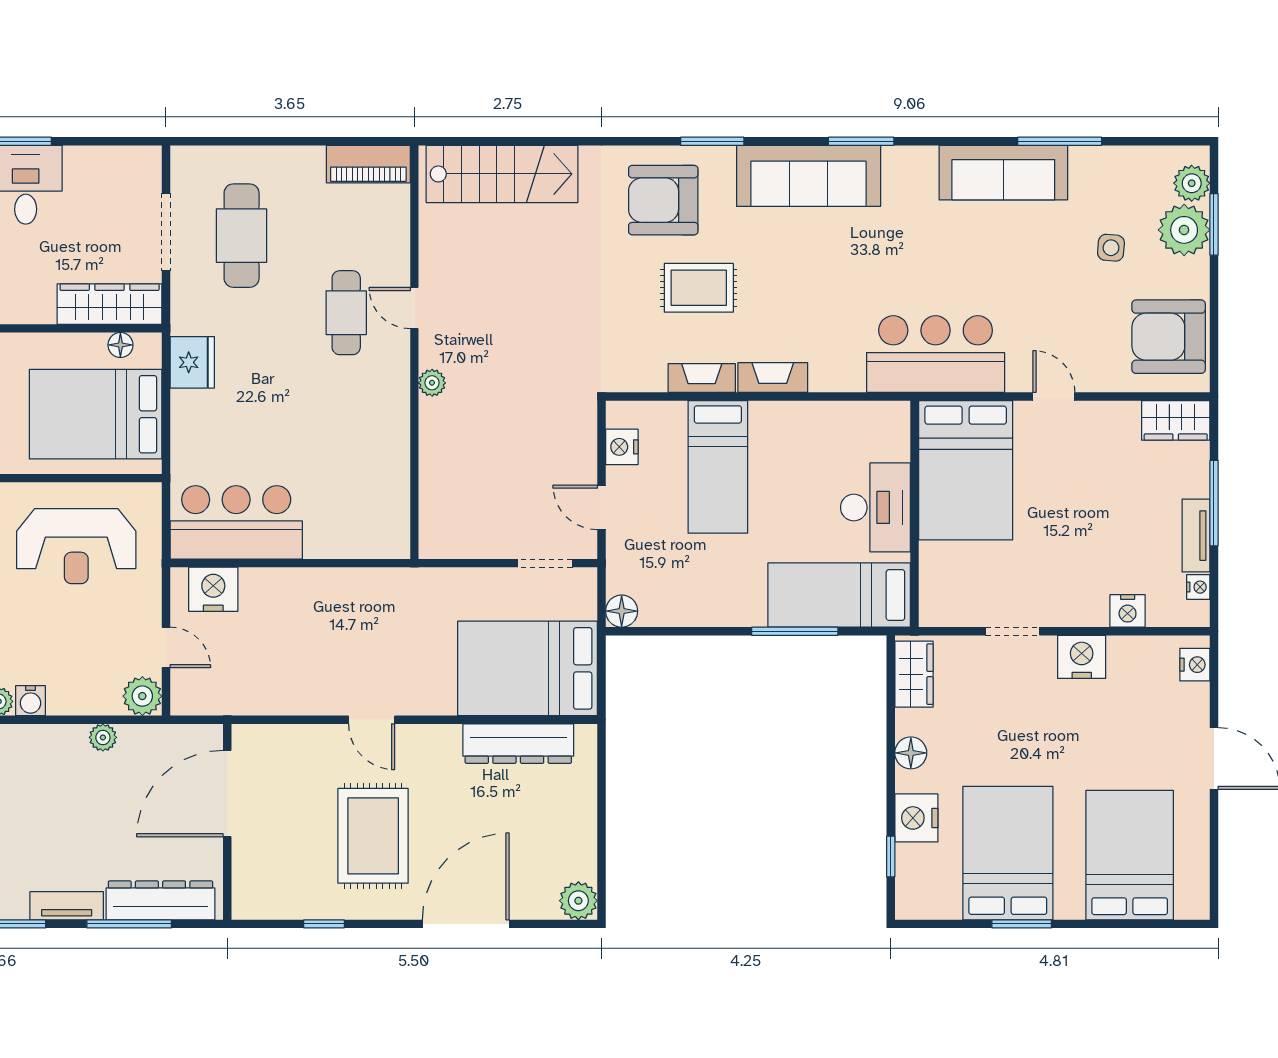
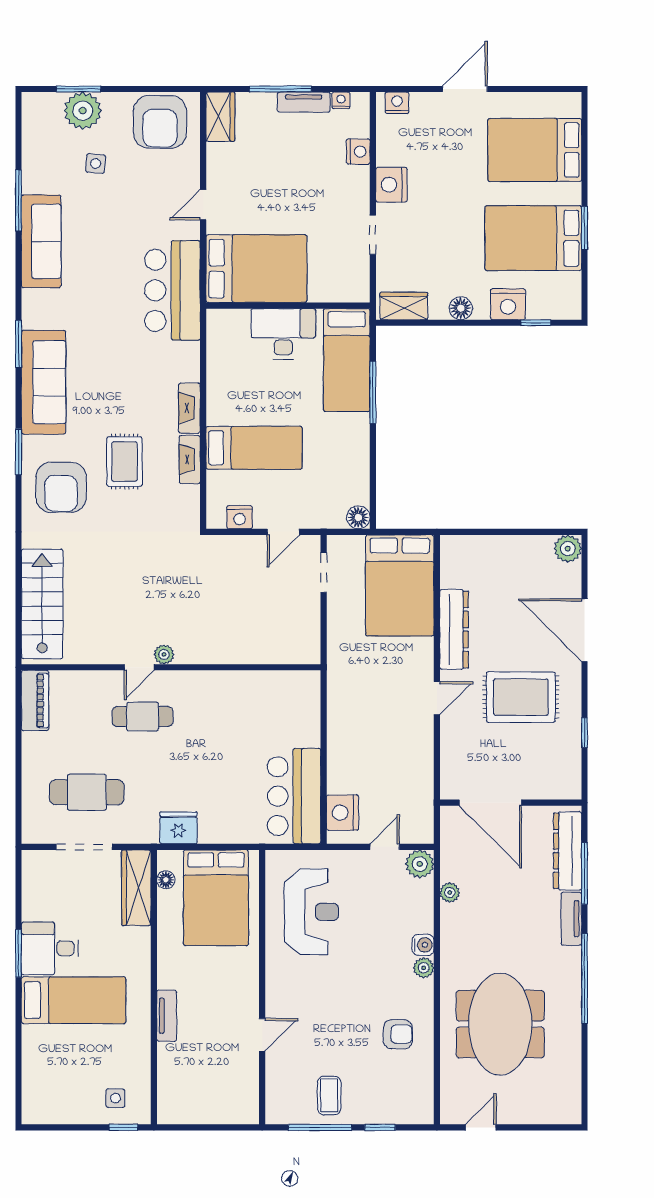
plant: (1192, 183) -> (49, 105), removed
plant: (432, 383) -> (164, 655), moved
dresser: (518, 744) -> (454, 629), moved

